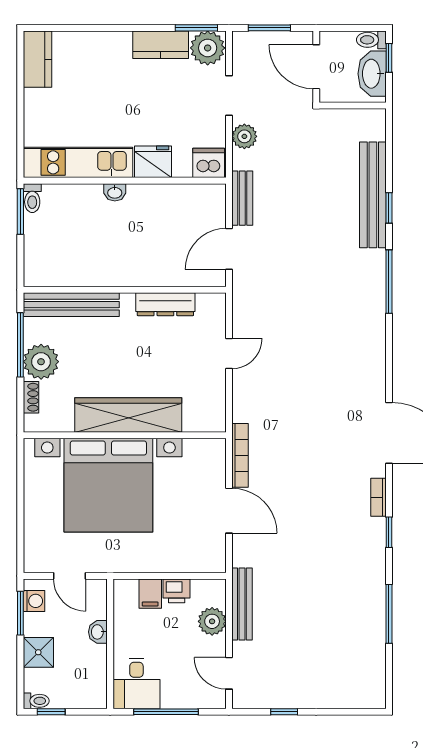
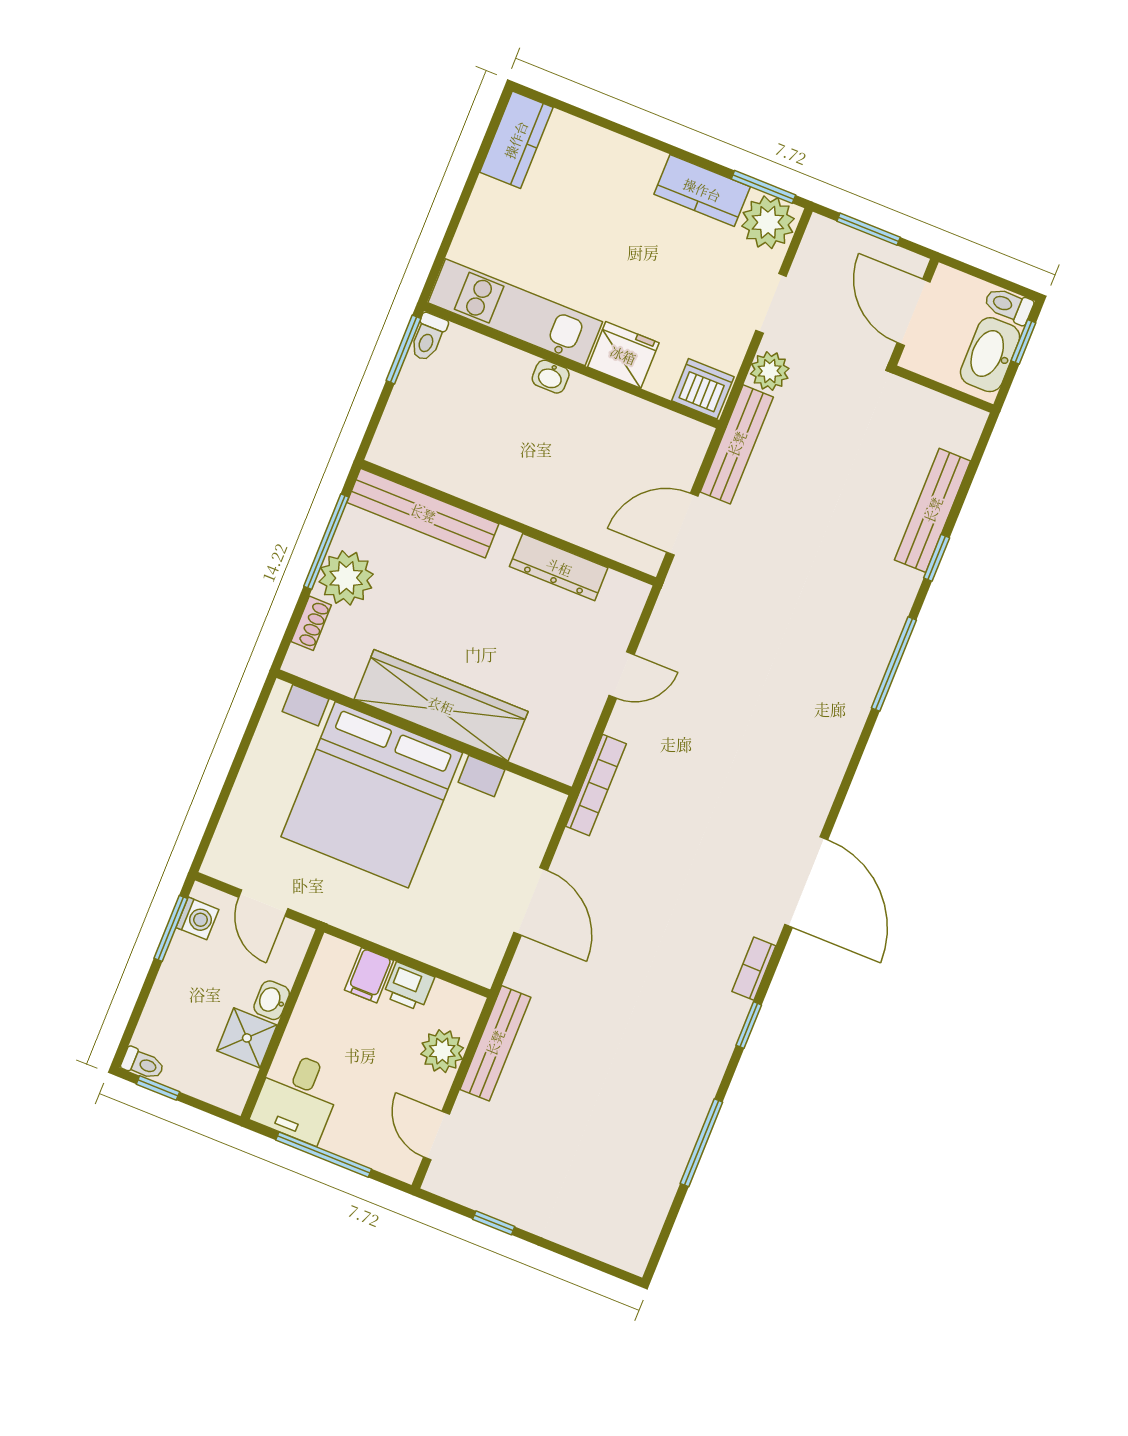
bench: (373, 195) -> (933, 510), width x0.73, depth x0.82
bench: (242, 198) -> (737, 444), width x1.36
bookcase: (240, 455) -> (596, 785), moved
shower: (38, 652) -> (247, 1038), moved

